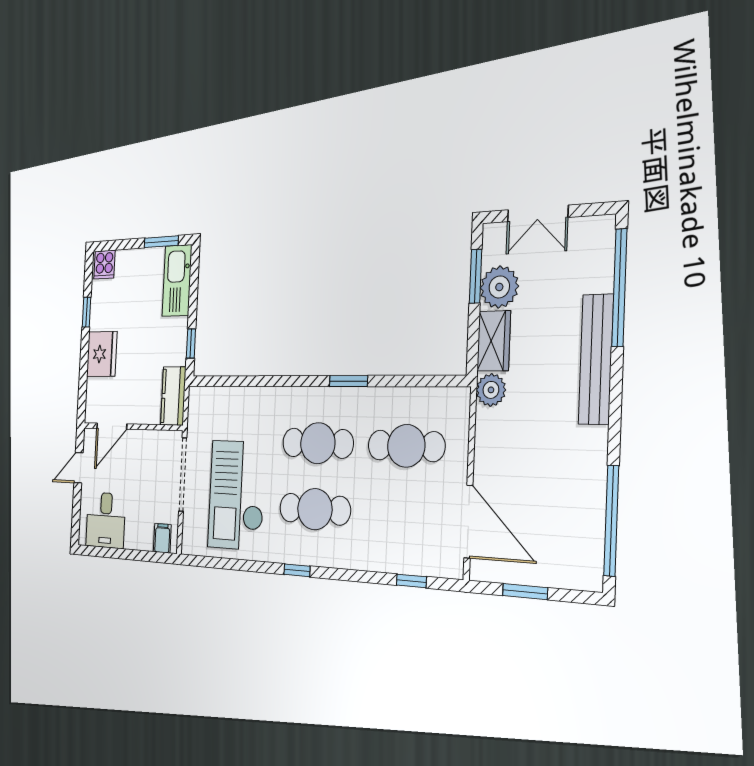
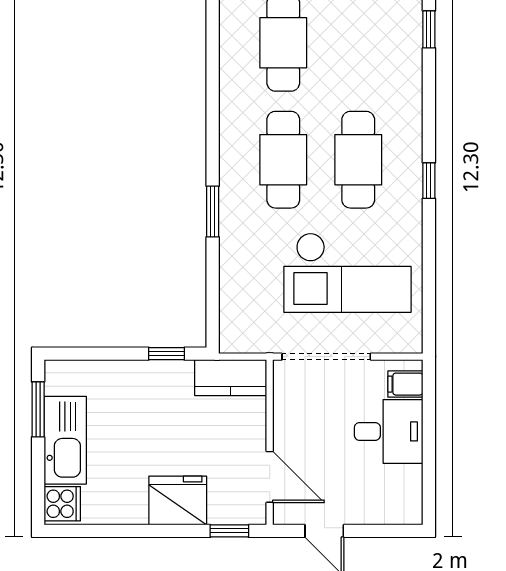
kitchen sink: (177, 281) -> (65, 440), moved, turned -90
window: (87, 312) -> (229, 531), moved
window: (348, 381) -> (213, 211), moved
desk: (106, 520) -> (389, 431), moved

